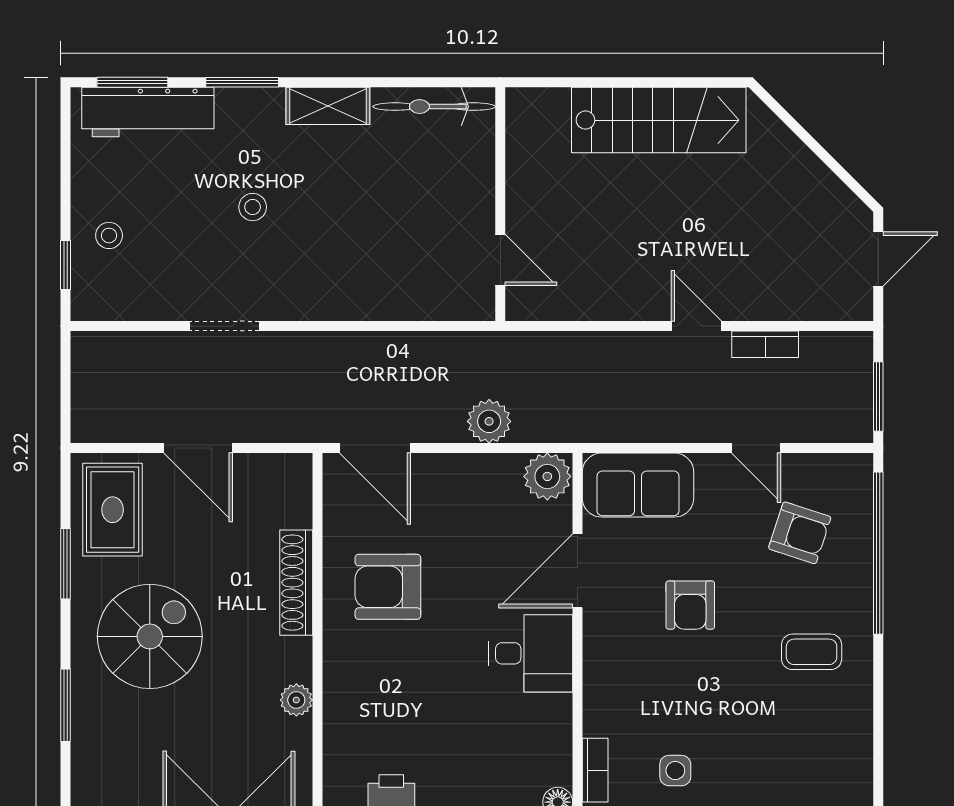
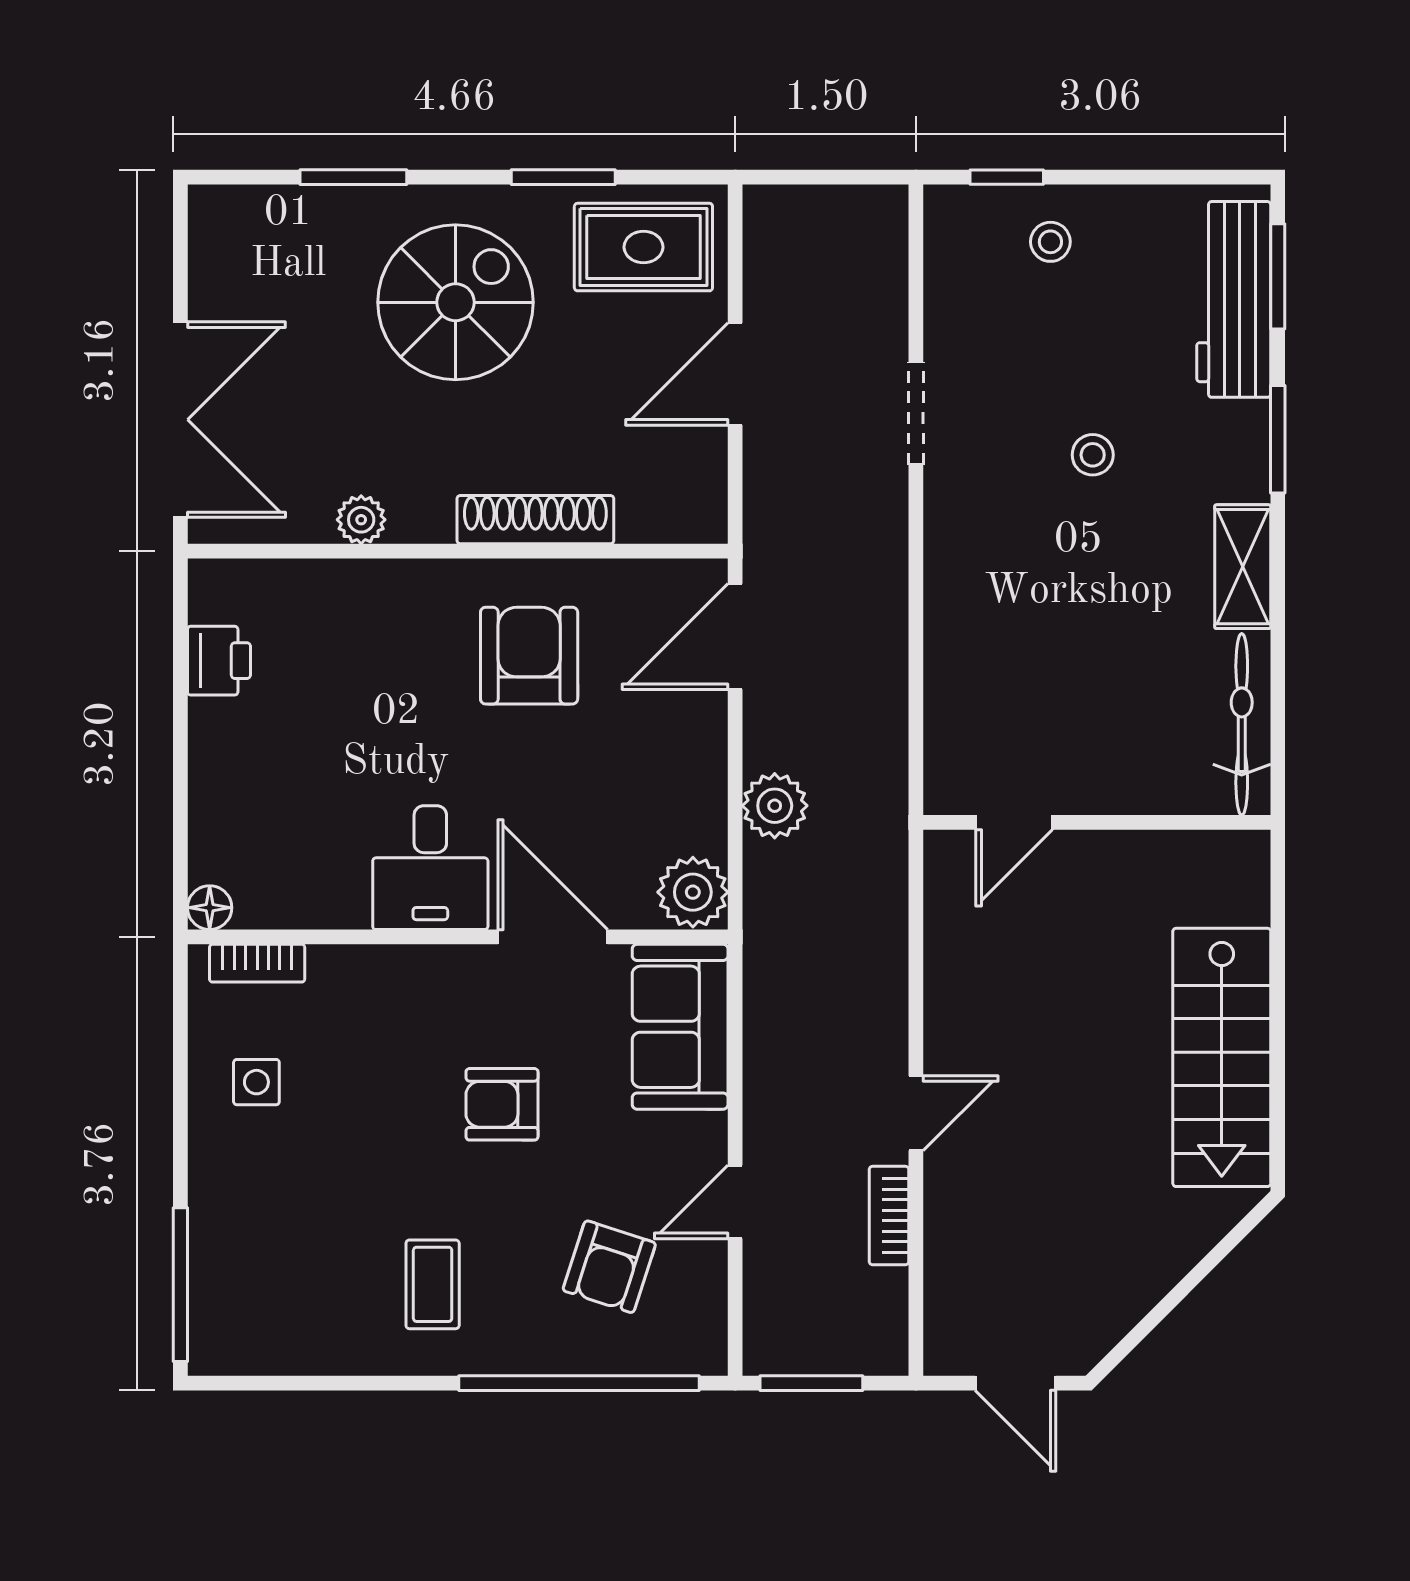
spiral stairs: (150, 636) -> (455, 302), turned -90

